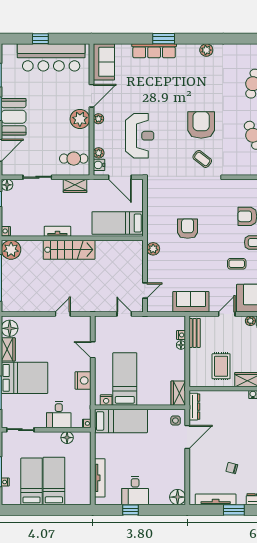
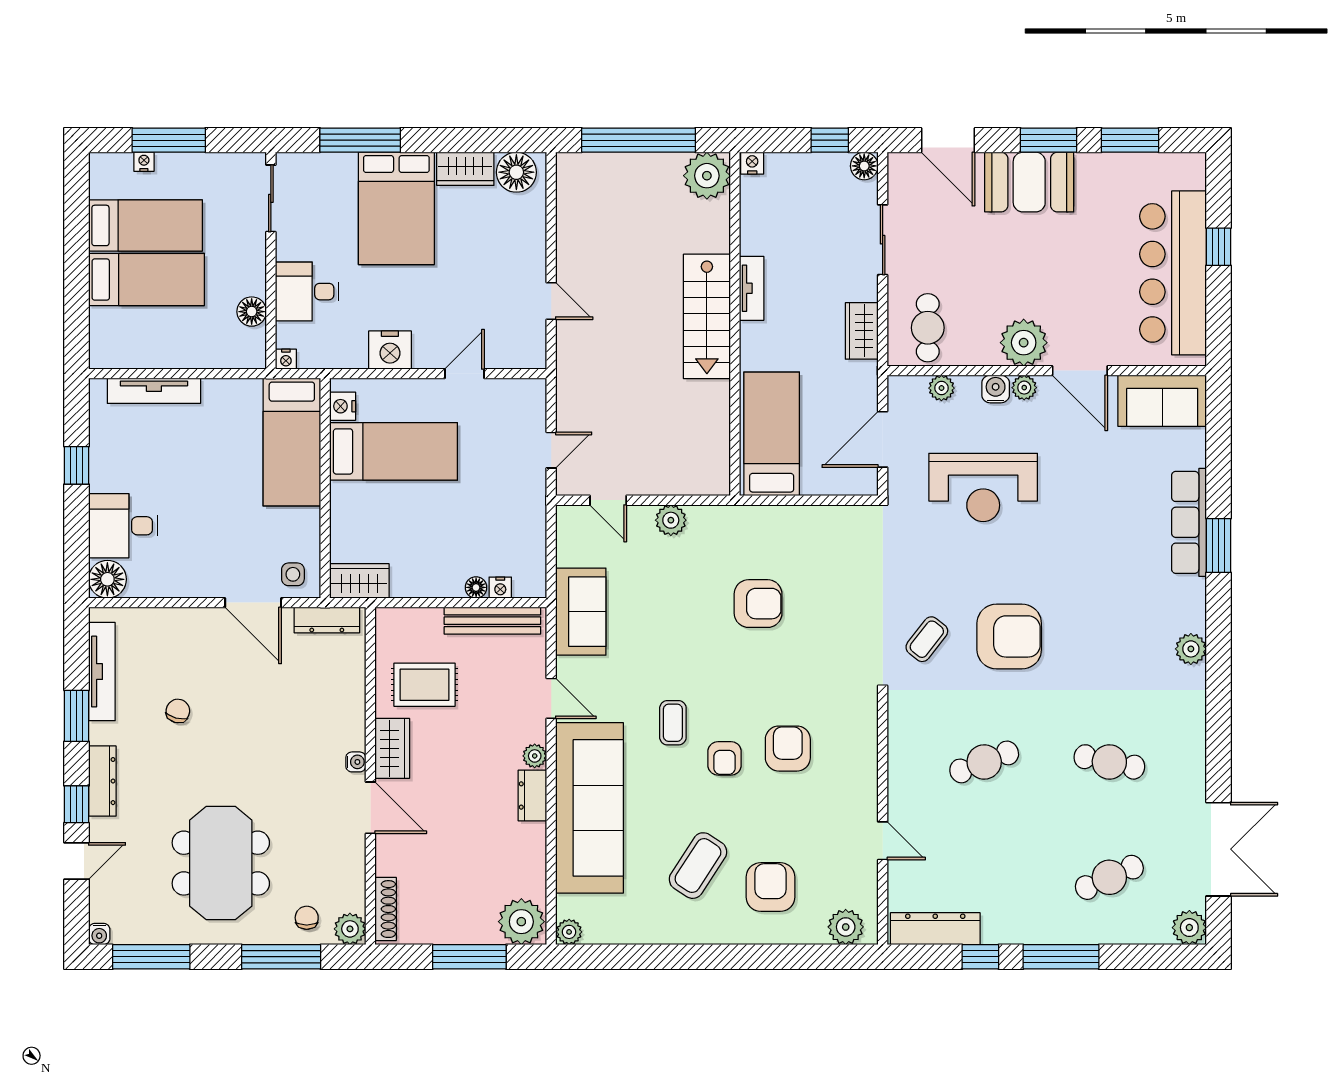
water cooler: (99, 165) -> (996, 389), moved
plant: (153, 249) -> (671, 520), moved
bench: (195, 333) -> (492, 621), width x1.36
desk: (135, 491) -> (123, 526), moved

